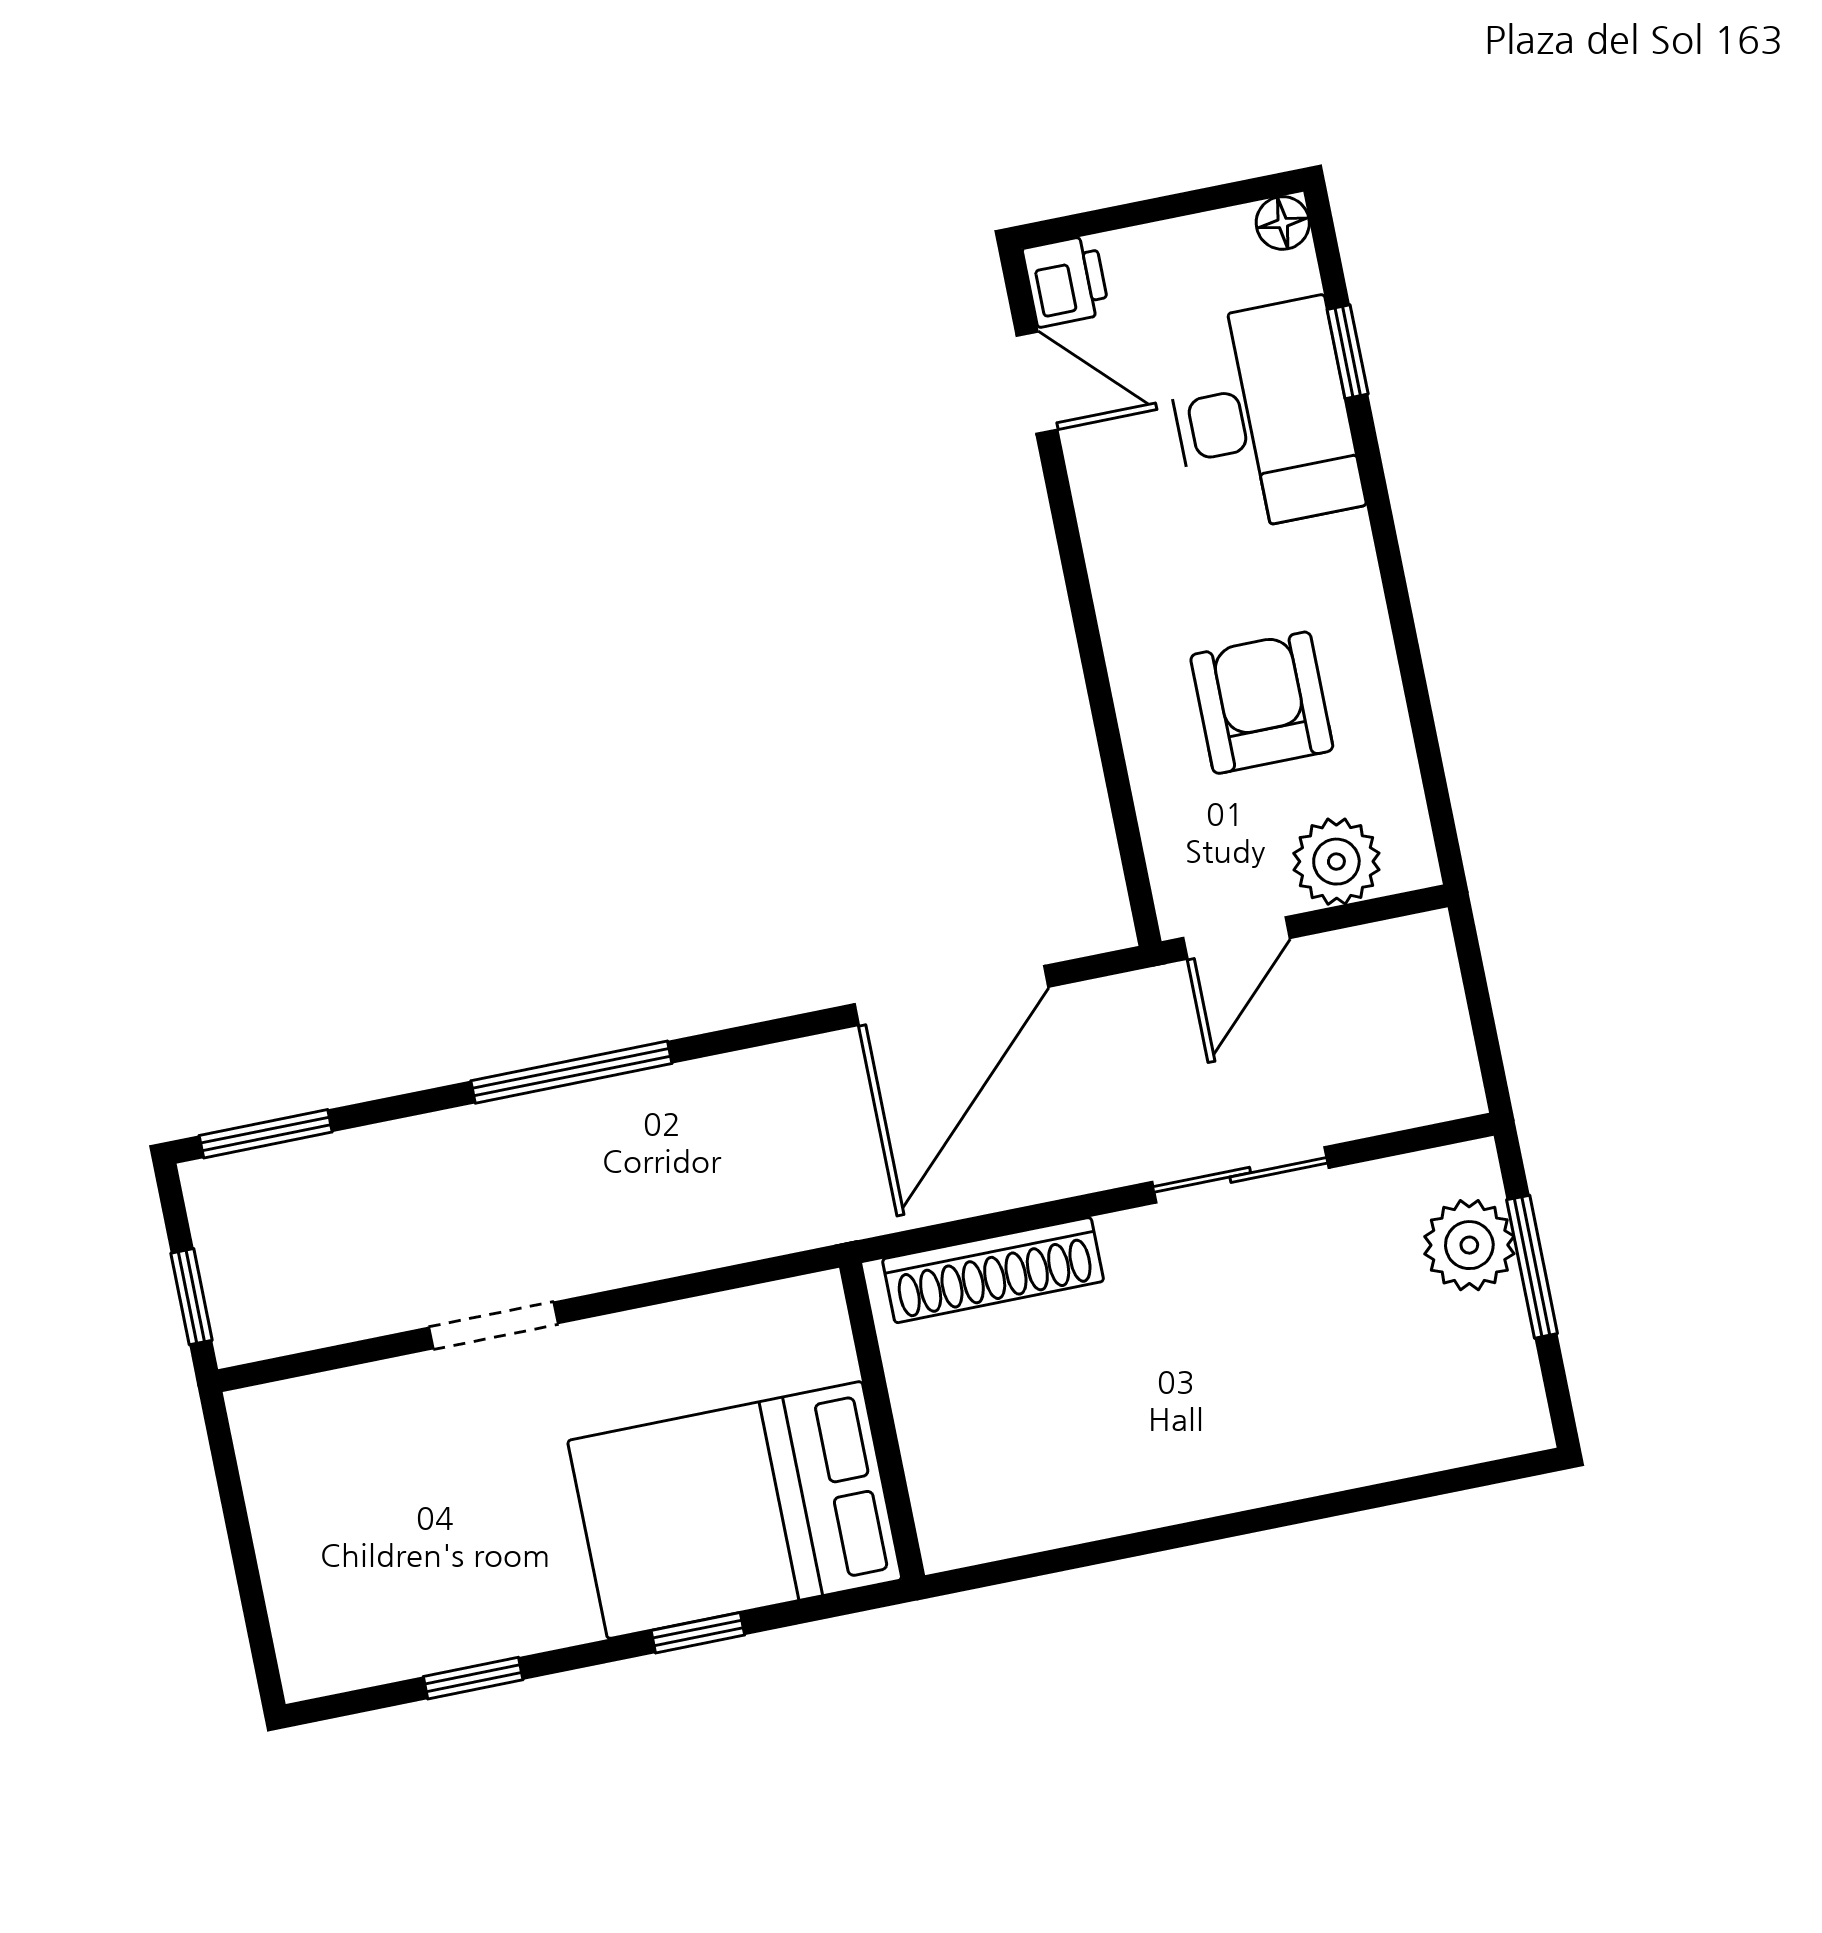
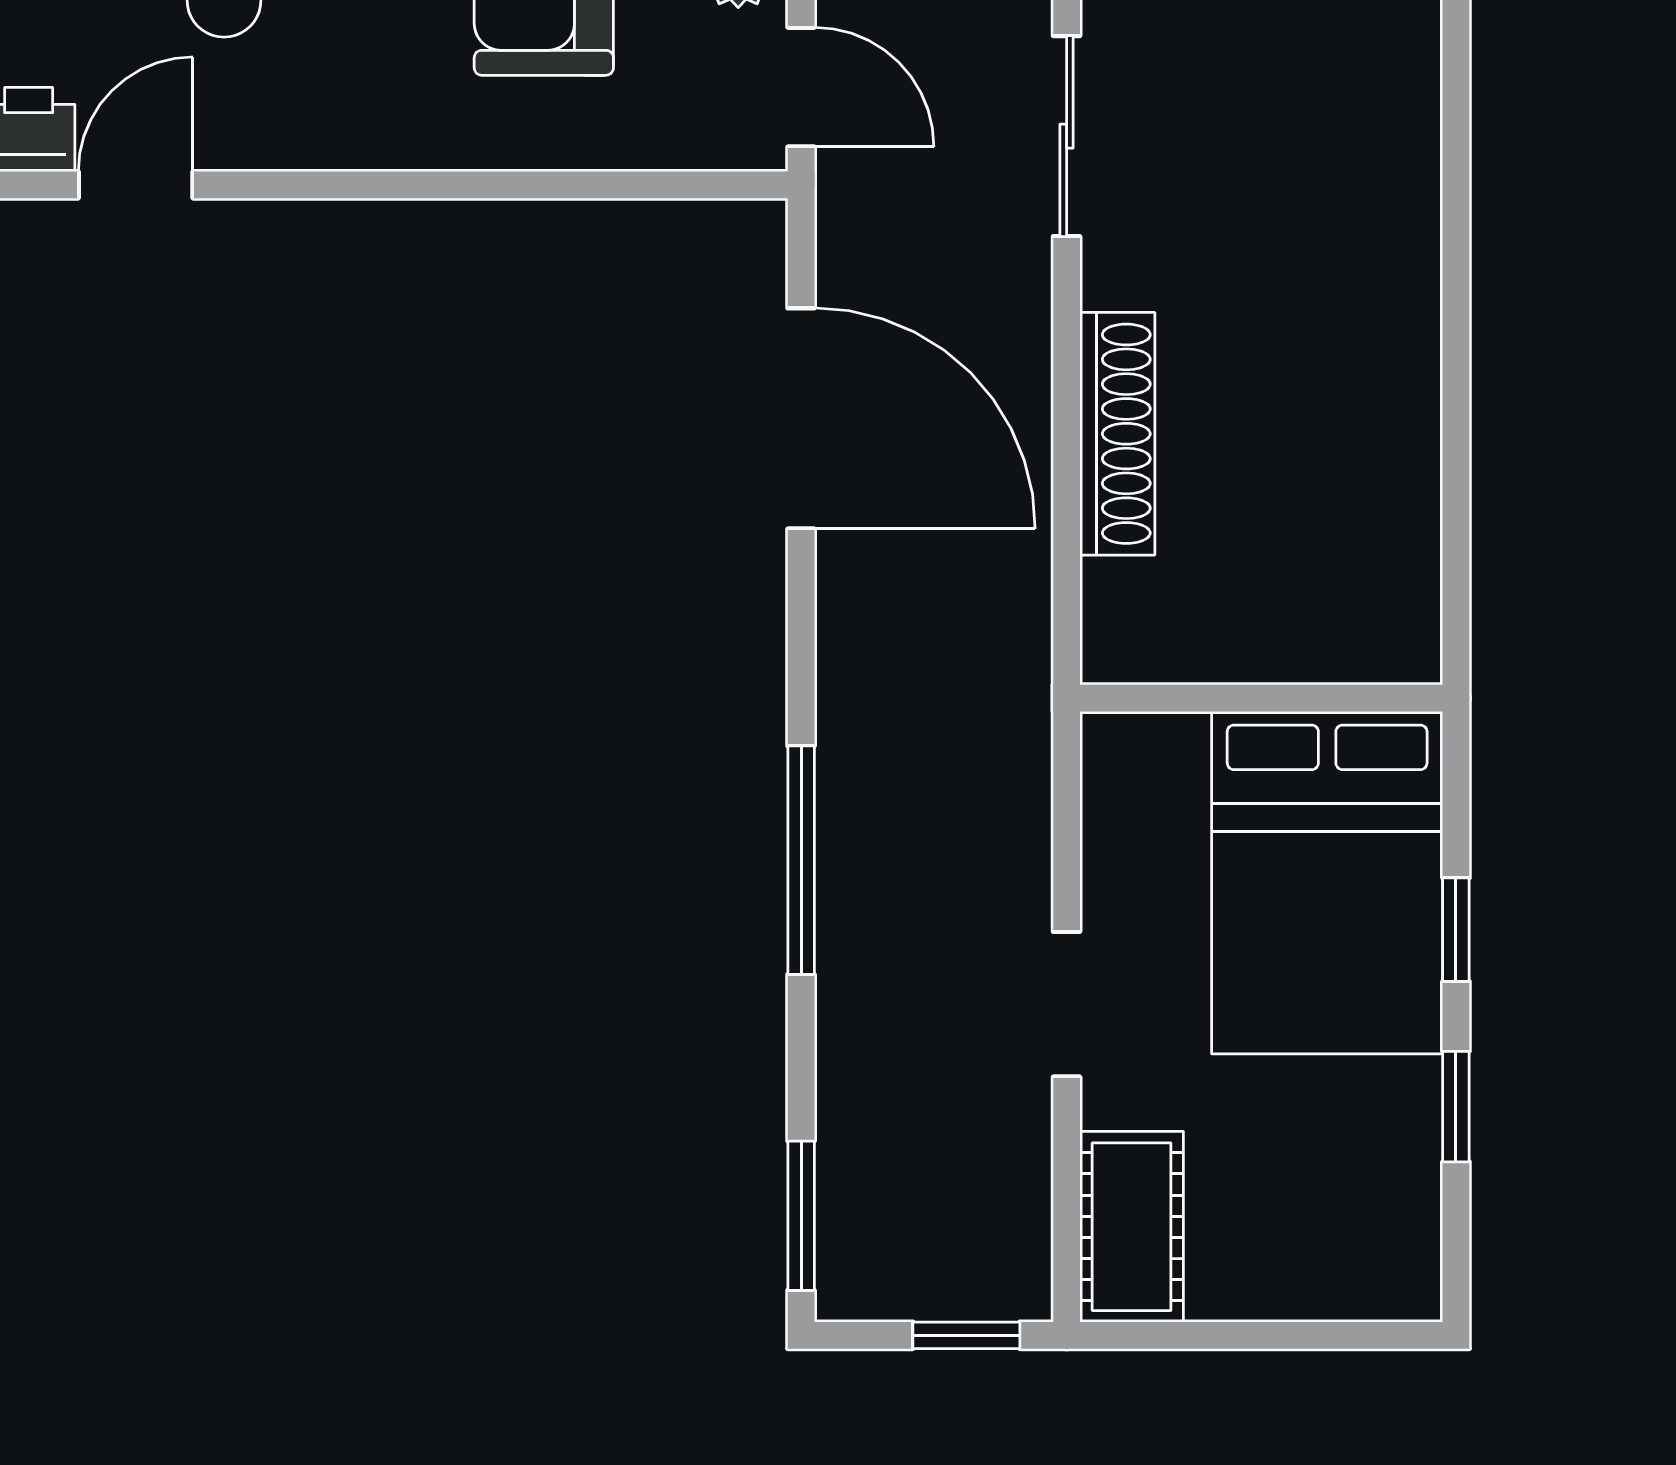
cot: (313, 1420) -> (1132, 1227), added
wall: (882, 1421) -> (1261, 698), moved
bed: (735, 1510) -> (1327, 883), moved
window: (698, 1633) -> (1456, 930), moved

